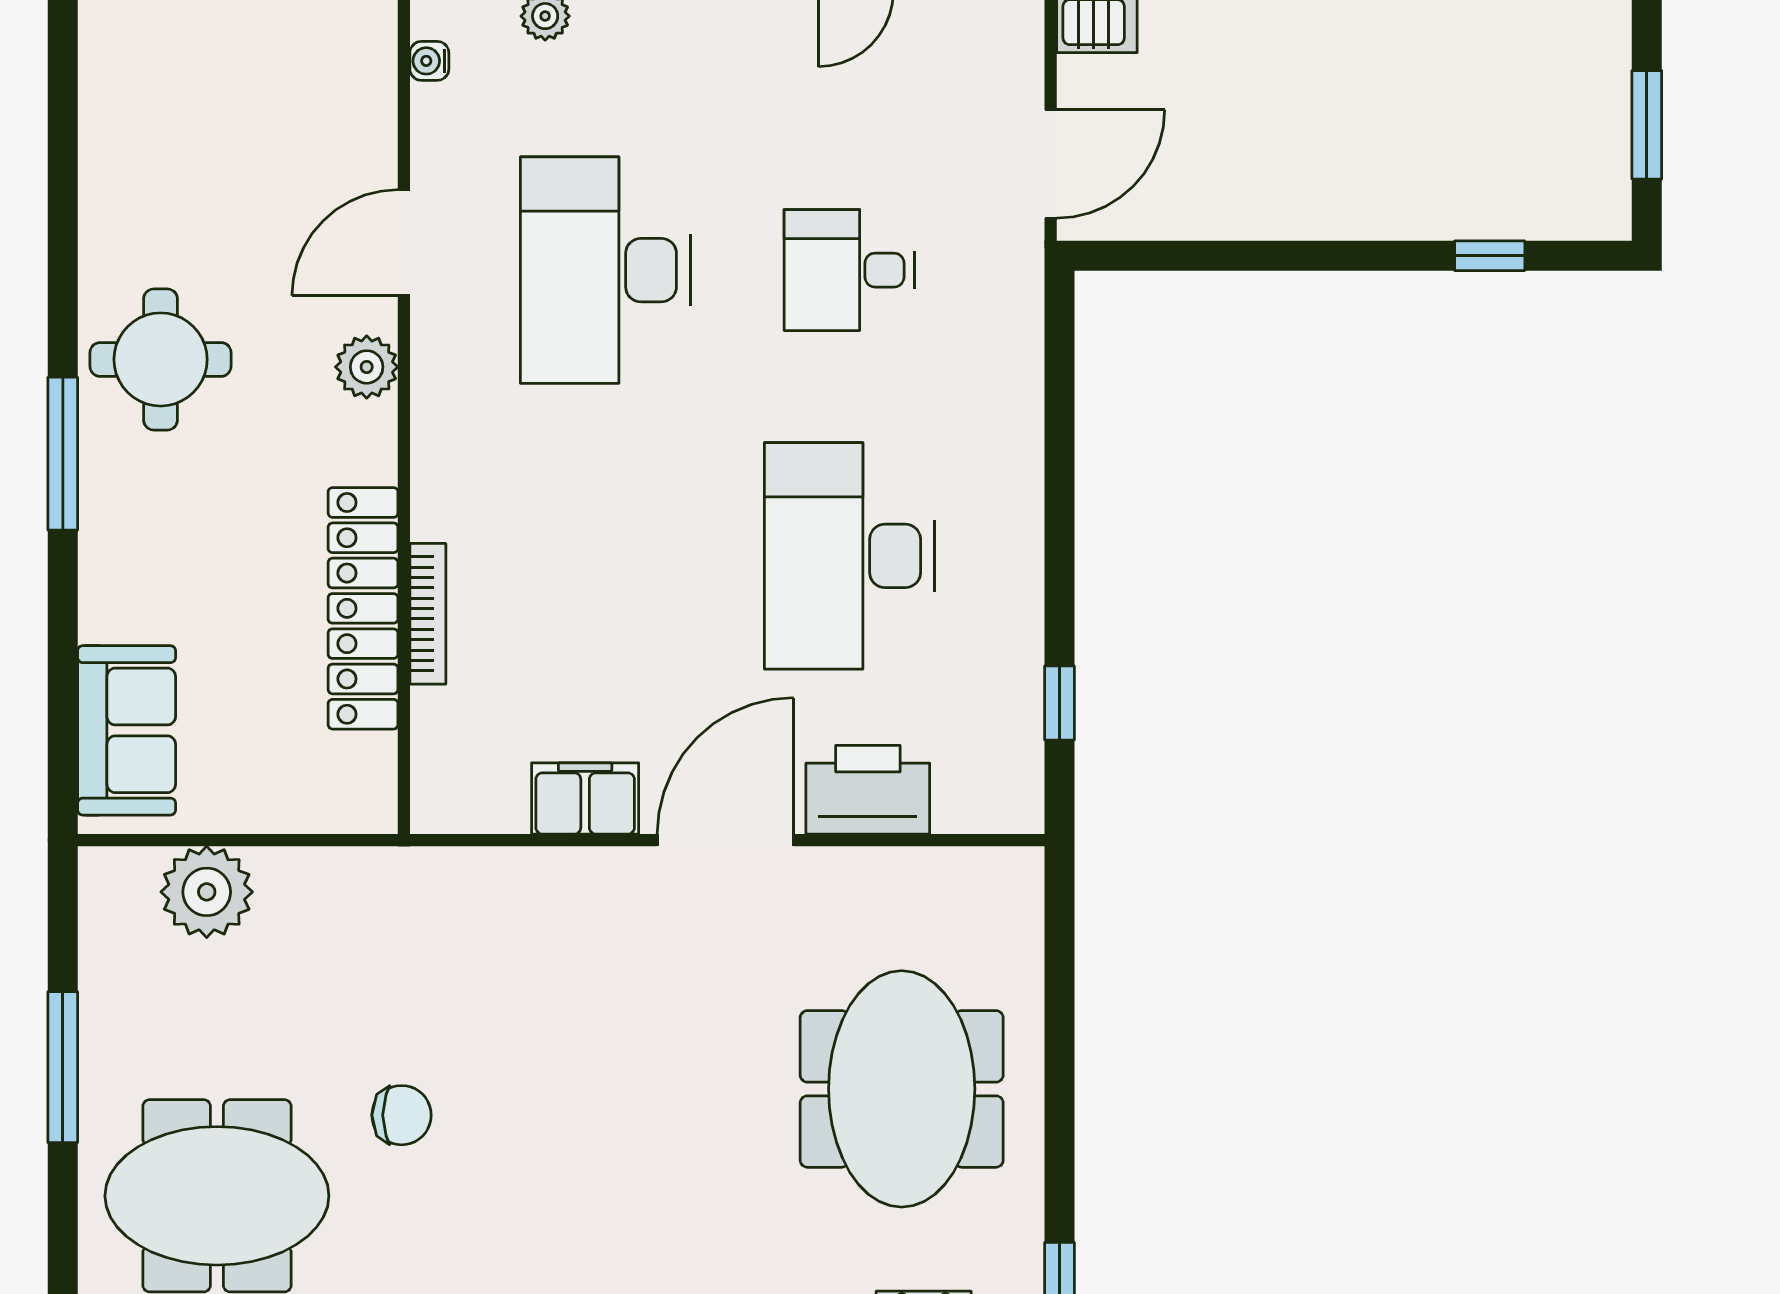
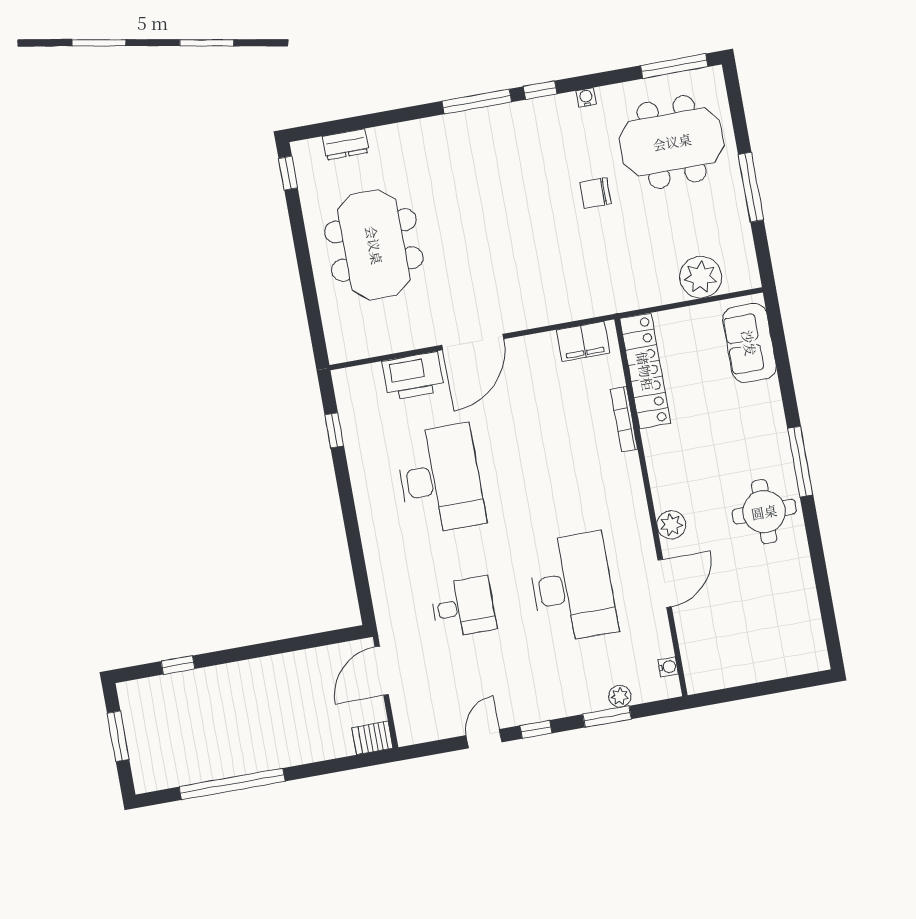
locker: (363, 608) -> (645, 371), moved
filing cabinet: (585, 798) -> (583, 341), moved

